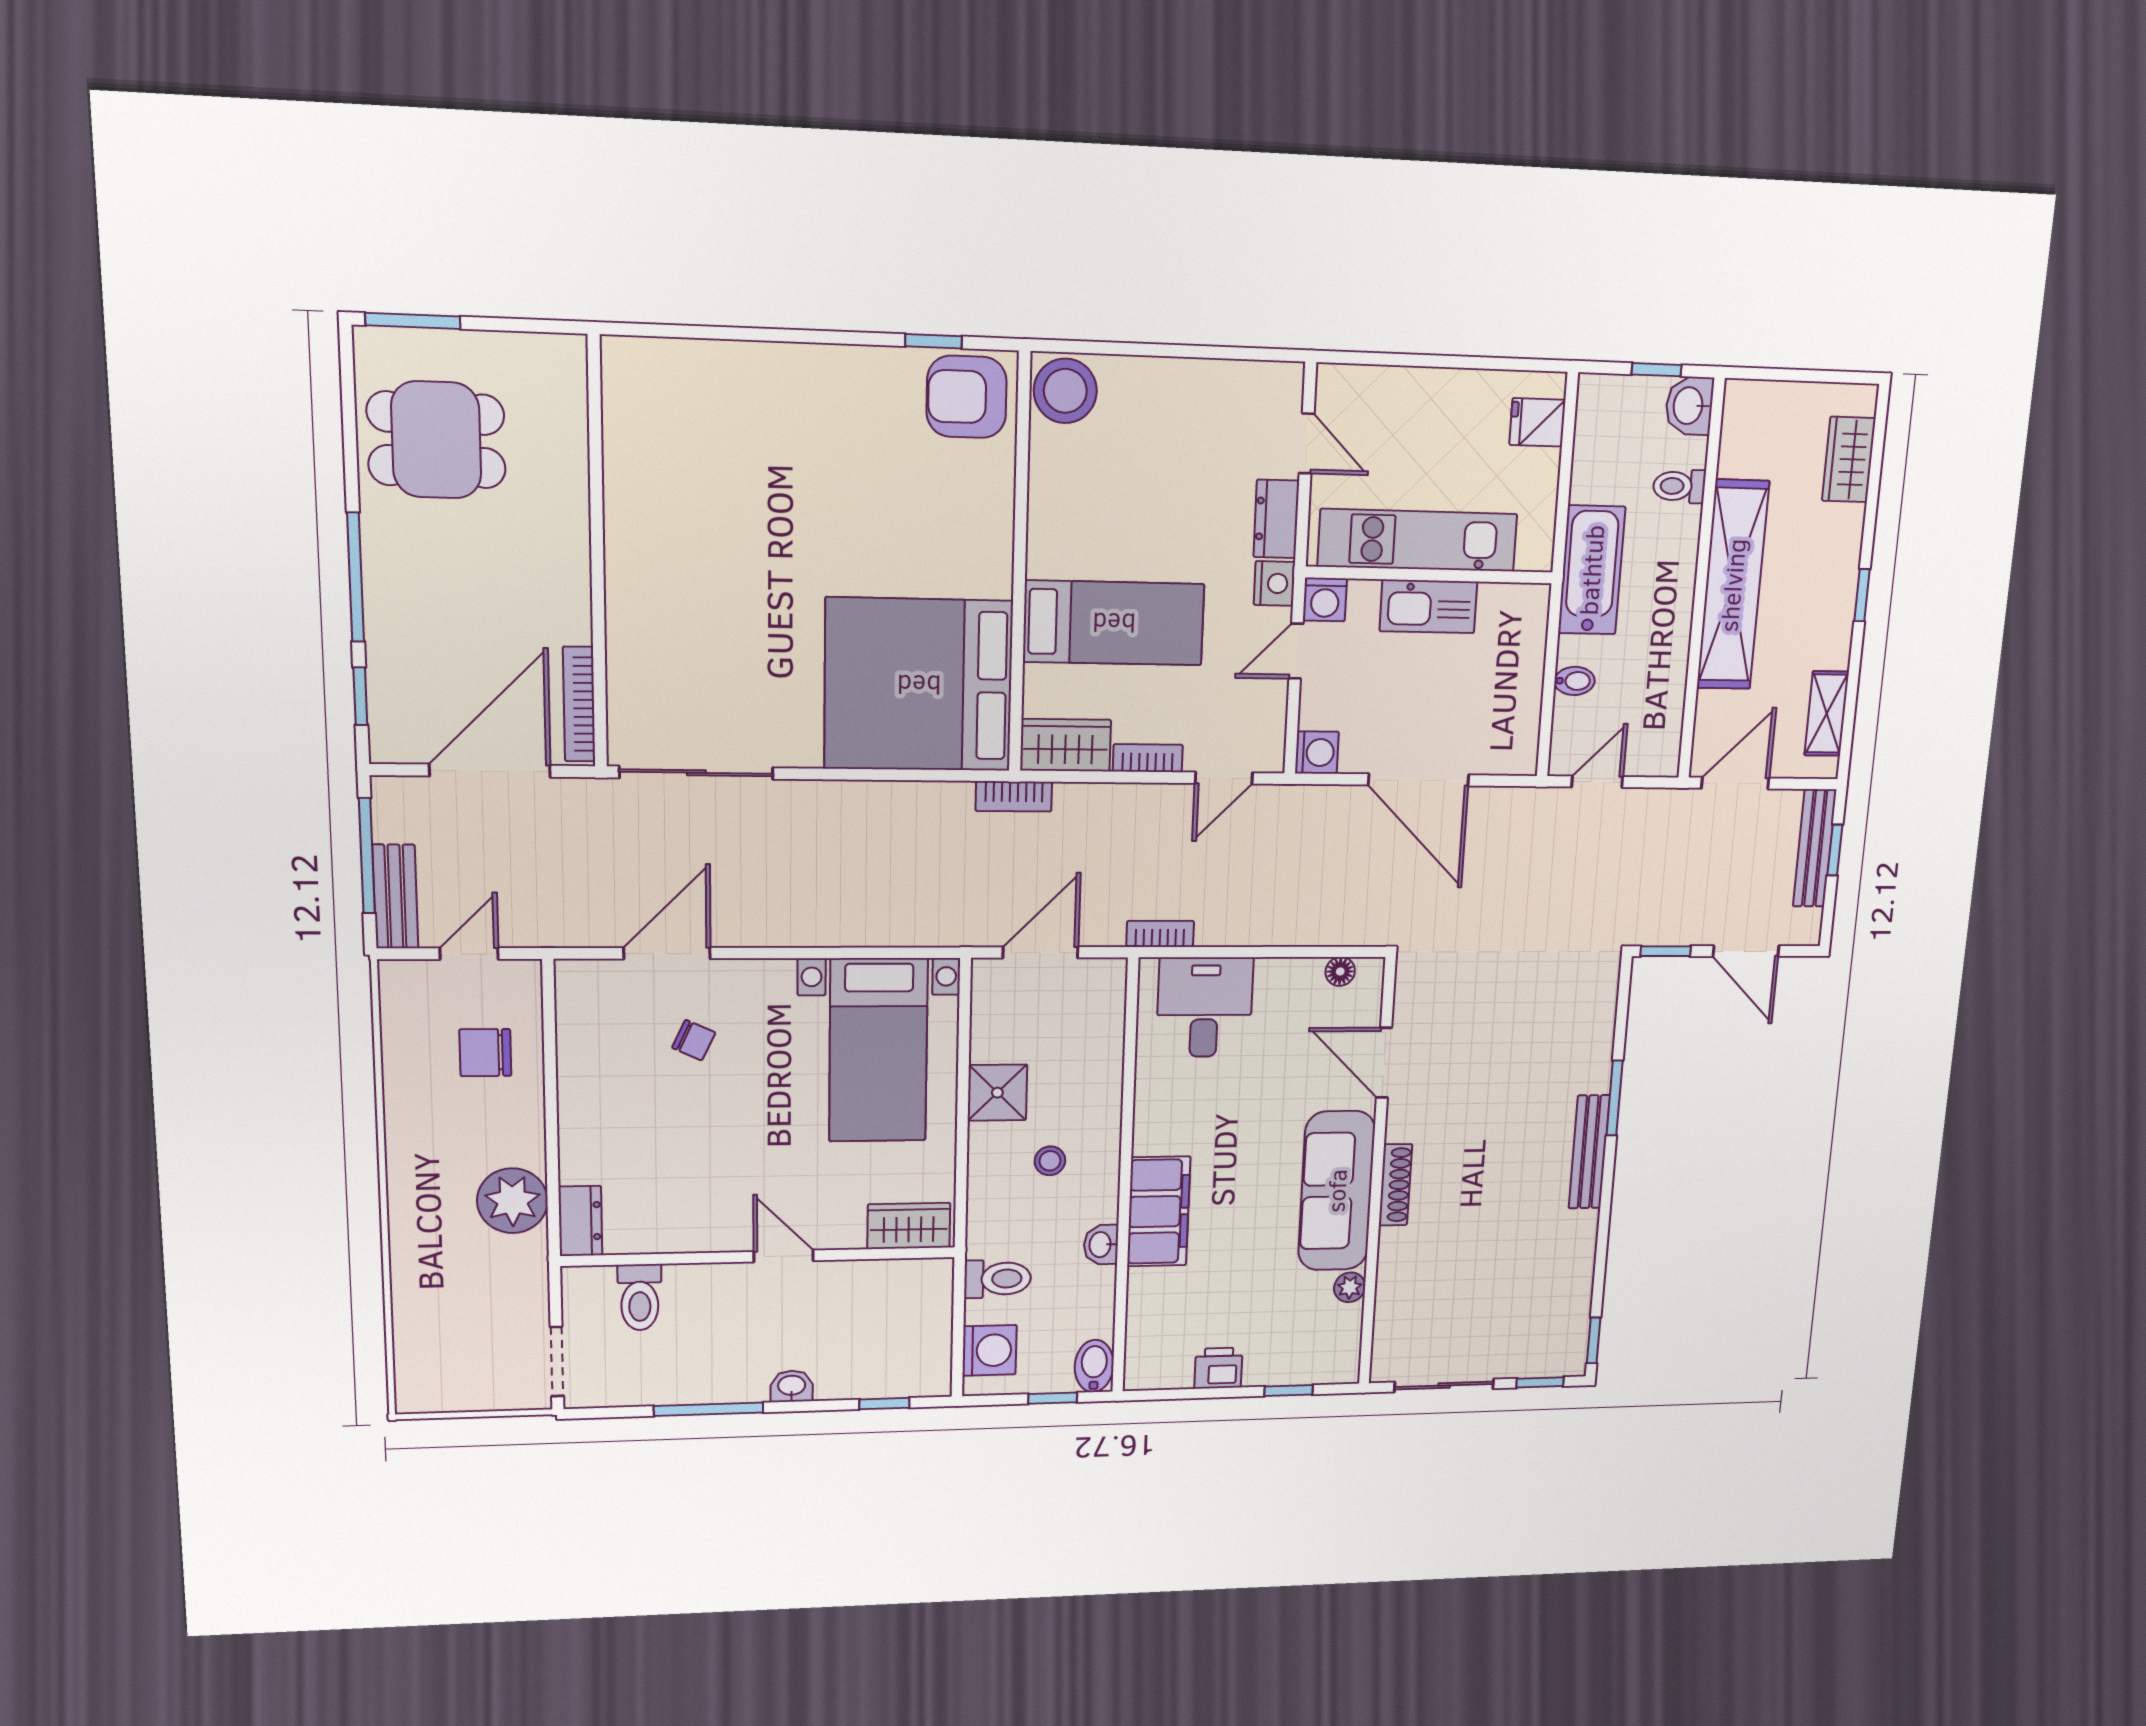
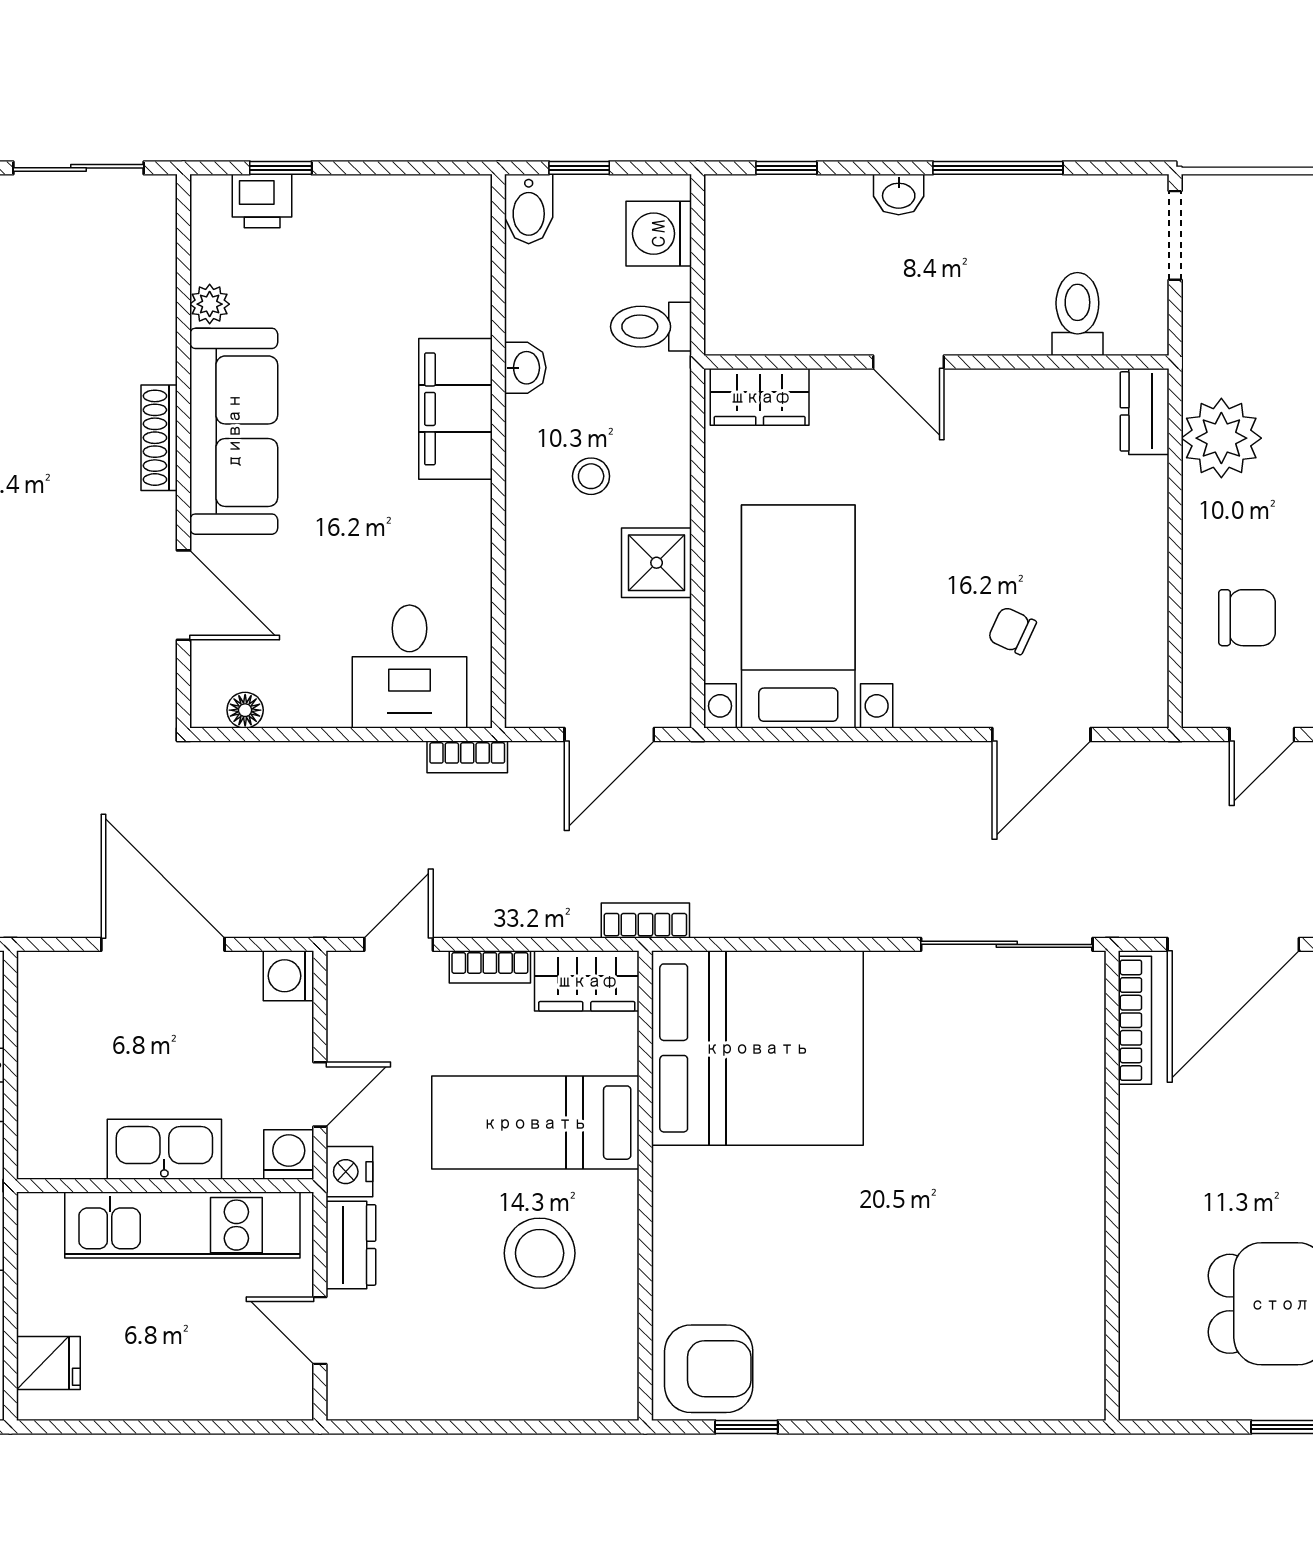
stool: (1065, 391) -> (540, 1253), moved
printer: (1218, 1368) -> (262, 201), moved

